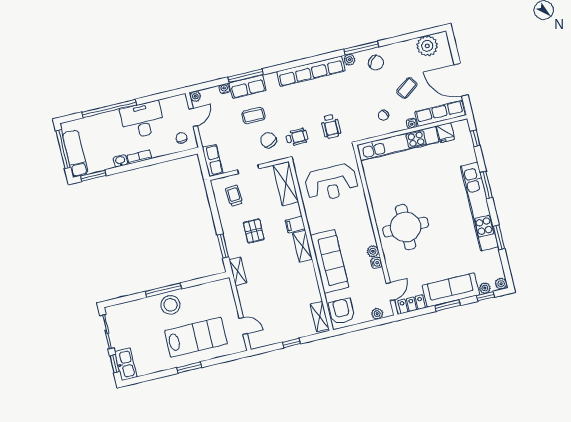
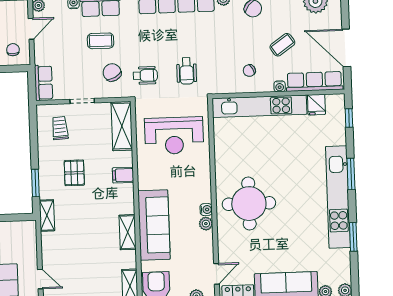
shelving: (302, 246) -> (128, 232), moved
water cooler: (376, 263) -> (206, 210), moved

